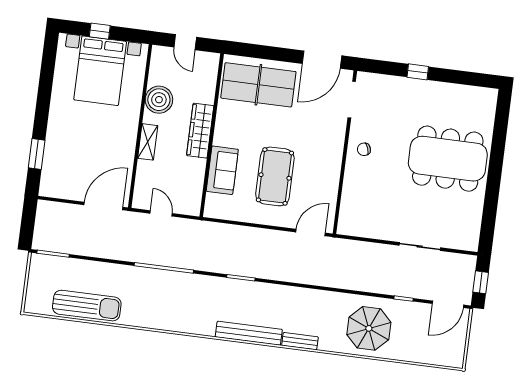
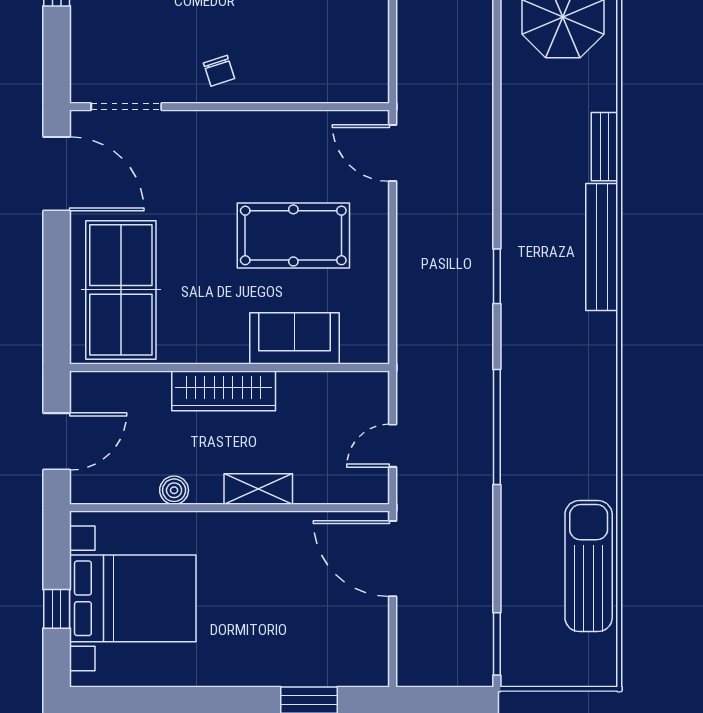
door: (185, 42) -> (57, 441), width x1.38
boiler: (159, 100) -> (174, 490), width x0.54, depth x0.54

